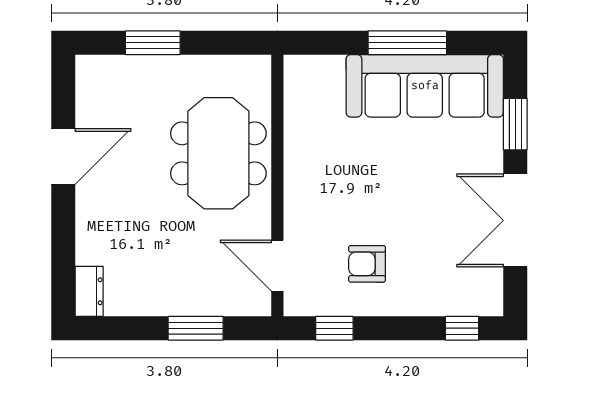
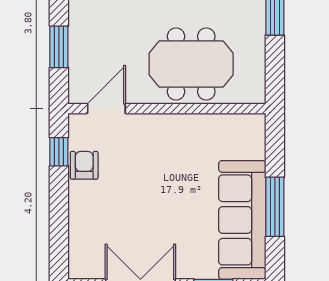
armchair: (367, 264) -> (84, 165), moved
window: (462, 328) -> (59, 248), removed

